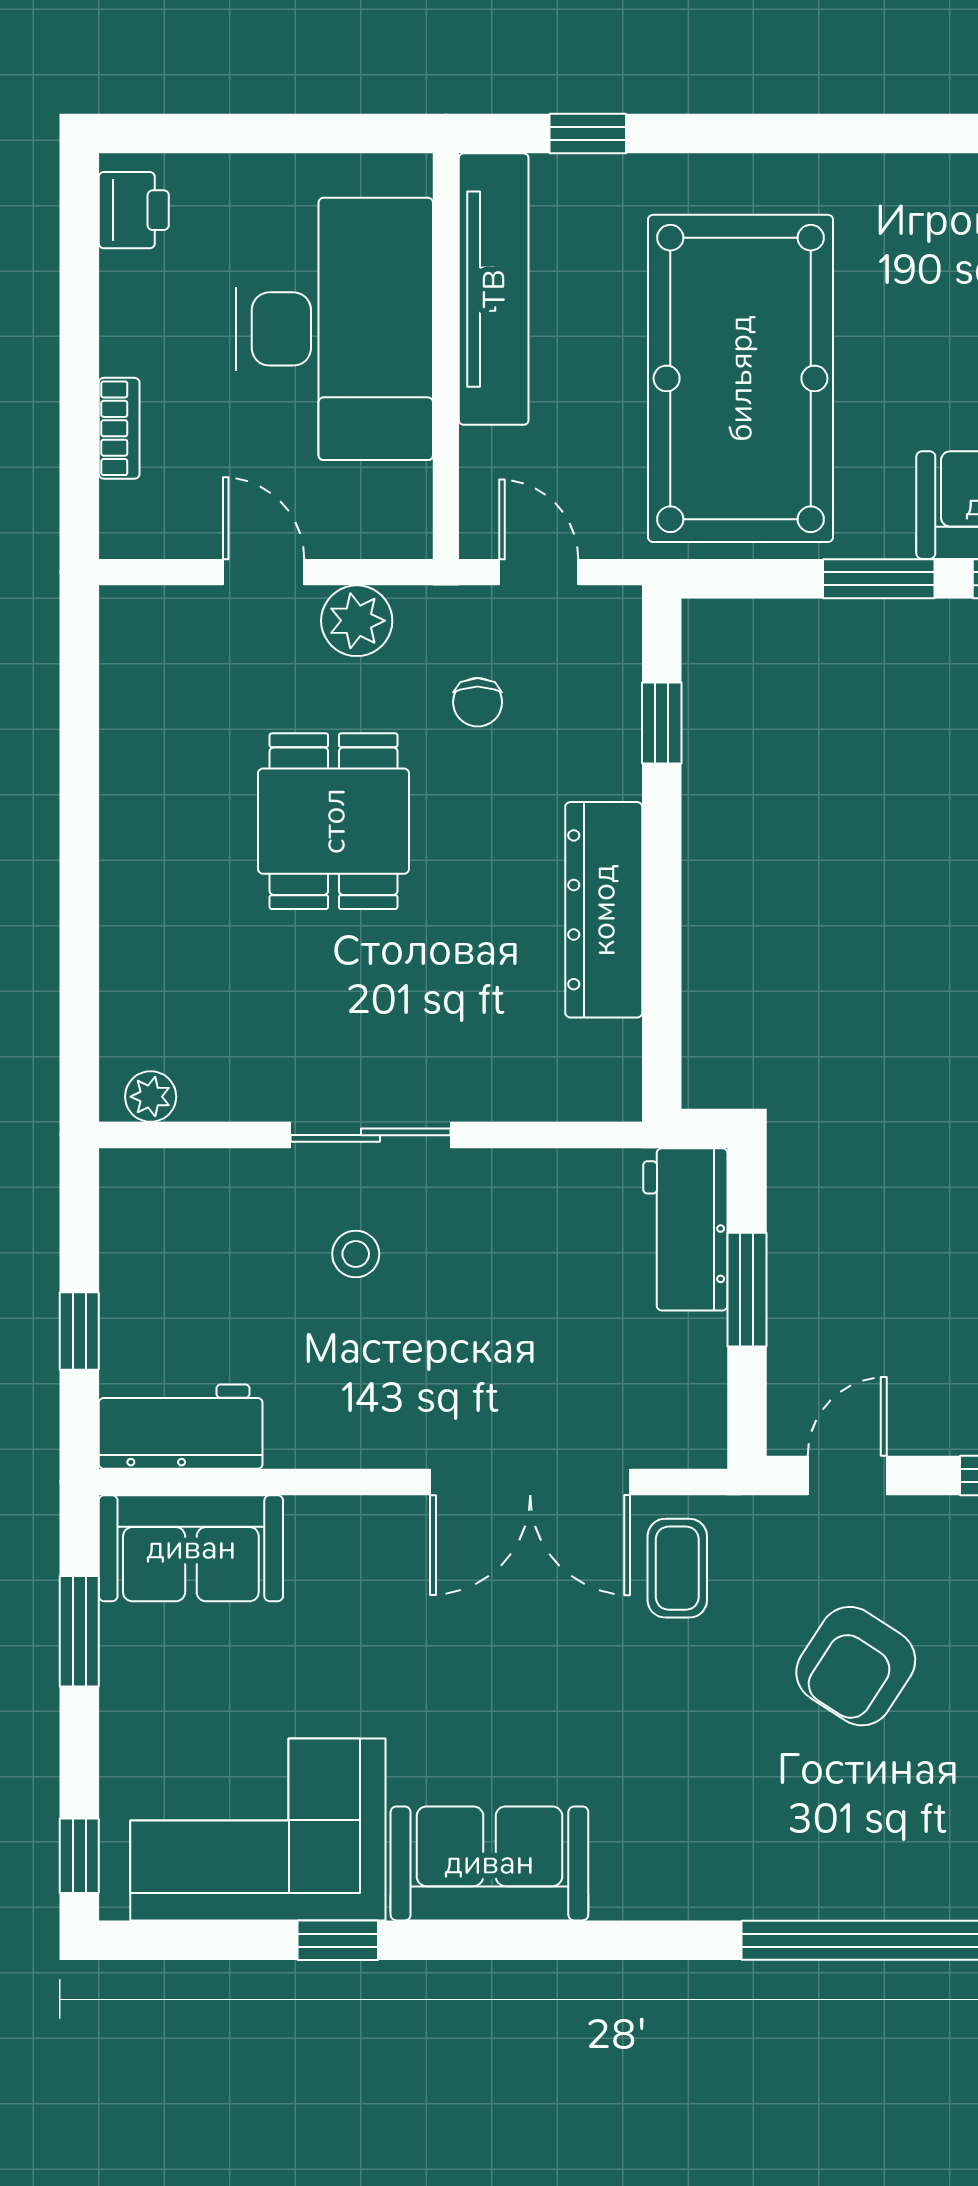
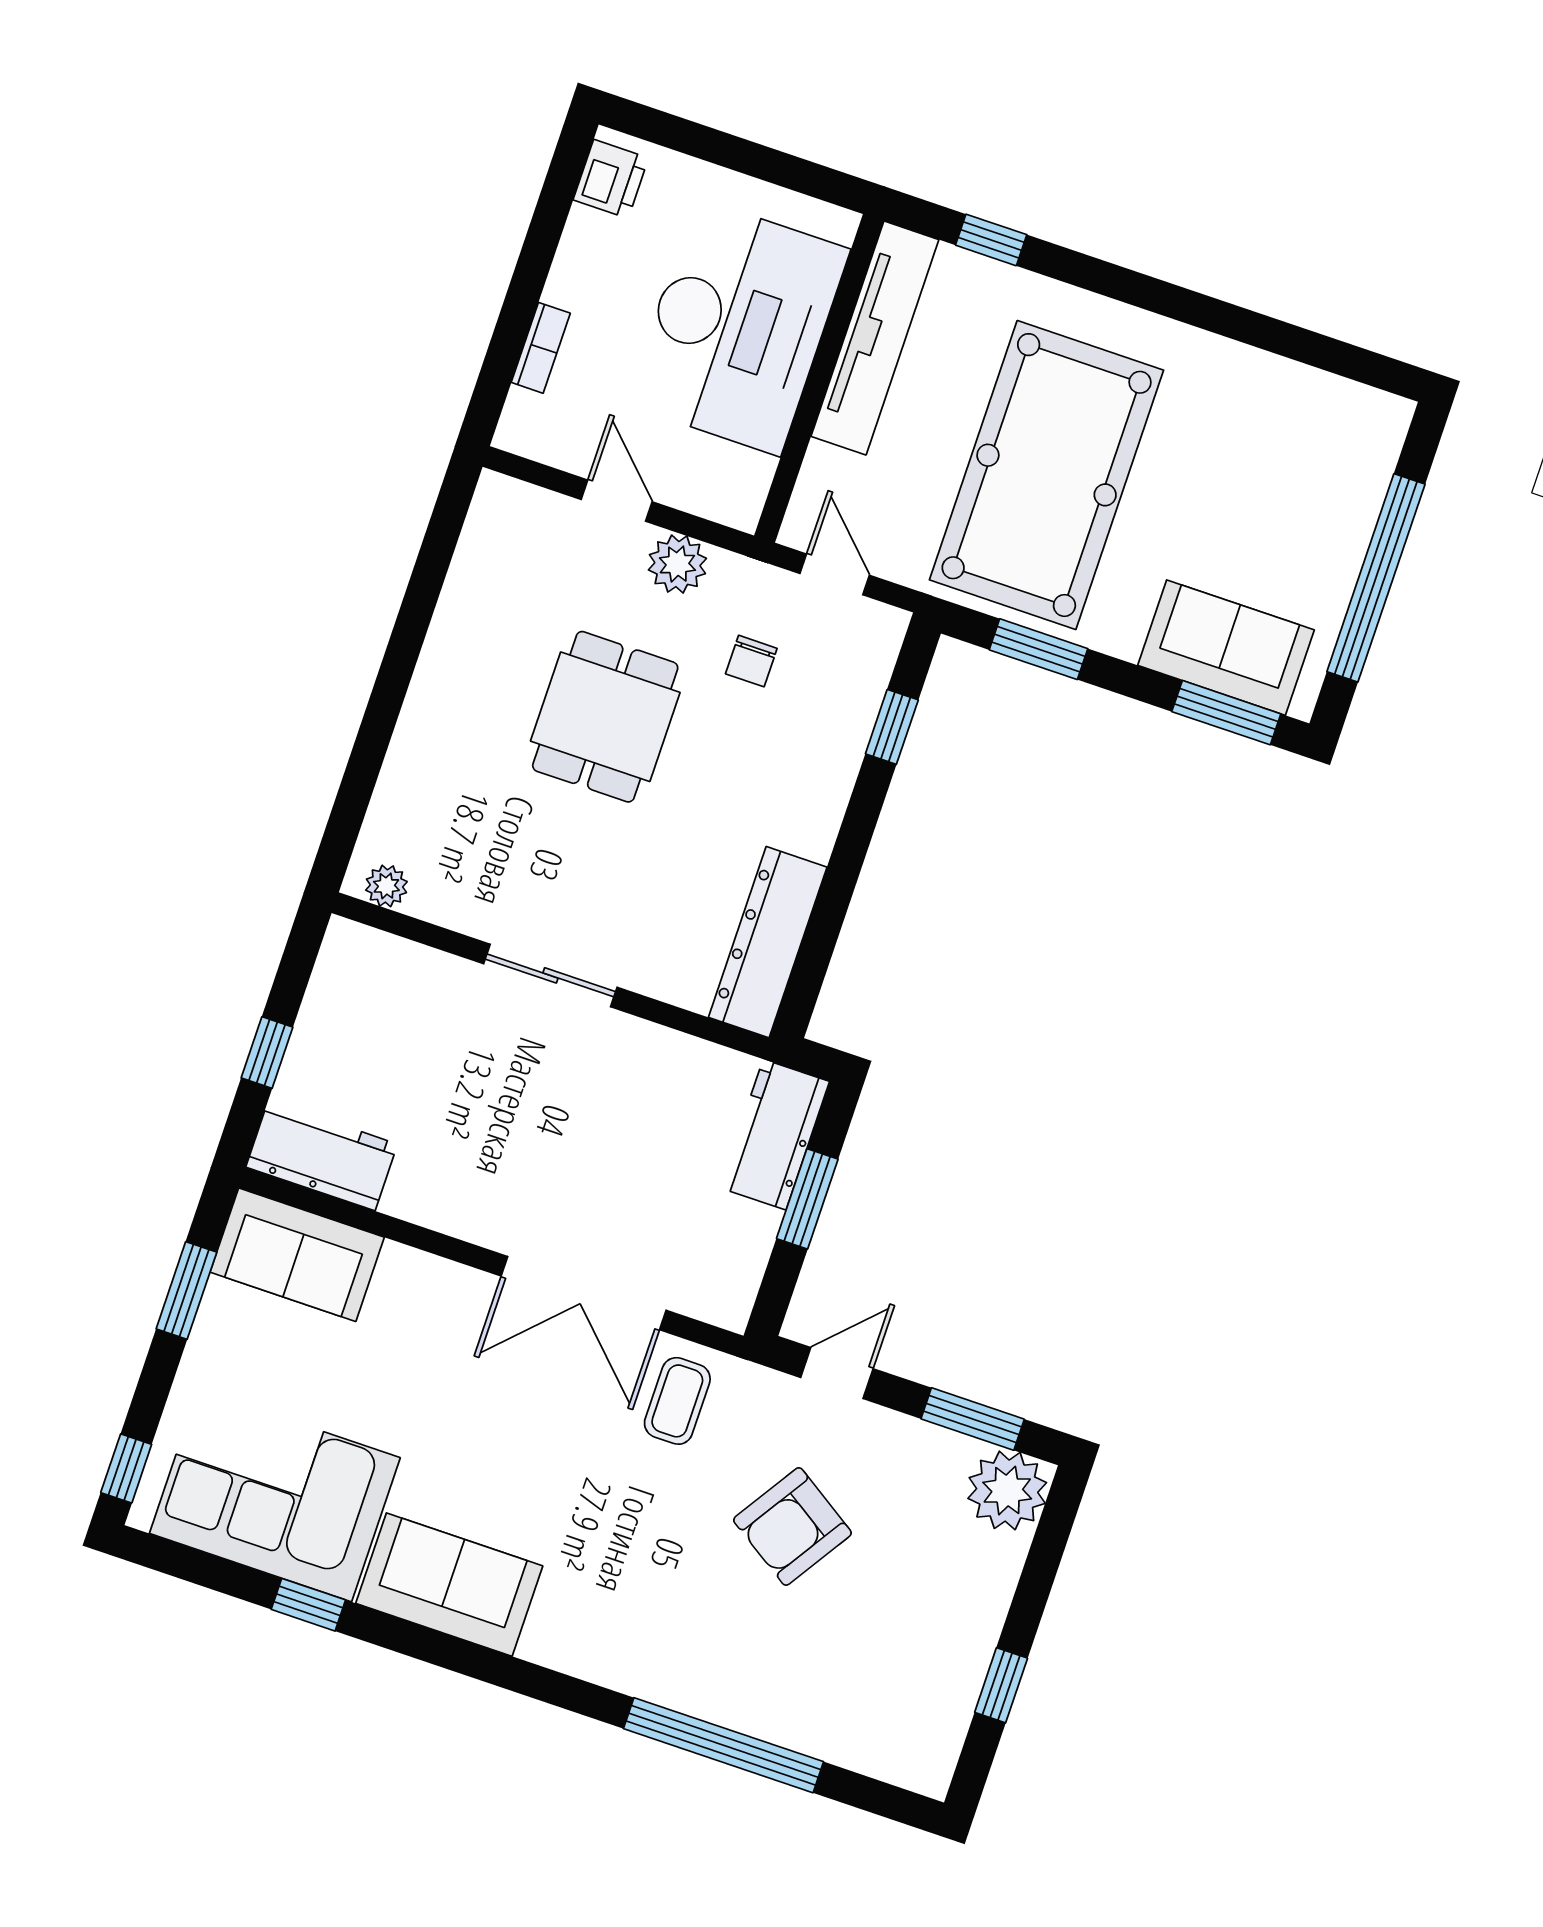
window: (879, 579) -> (1039, 649), moved
dresser: (604, 910) -> (768, 942), moved
stool: (356, 1254) -> (507, 1066), removed

